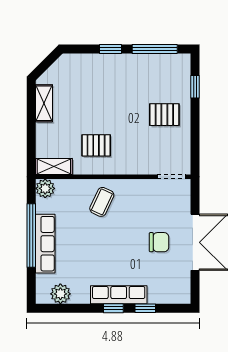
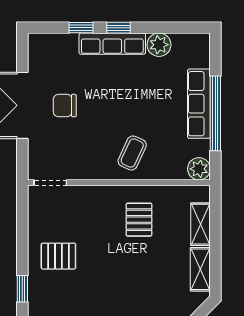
pallet: (96, 145) -> (139, 220), turned 90
shelving: (54, 167) -> (200, 224), moved, turned 90
plant: (60, 294) -> (159, 45), moved

